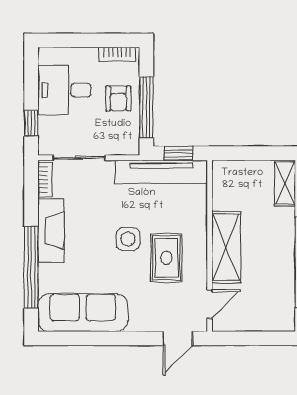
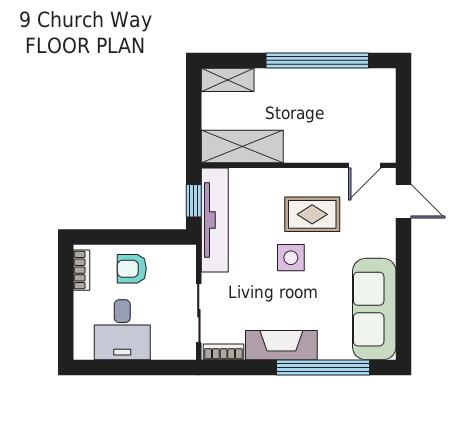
armchair: (118, 99) -> (132, 269), turned 180
window: (146, 107) -> (141, 237), removed
window: (31, 123) -> (159, 368), removed
shelving: (226, 247) -> (242, 146), moved
door: (210, 304) -> (365, 165), swing flipped

